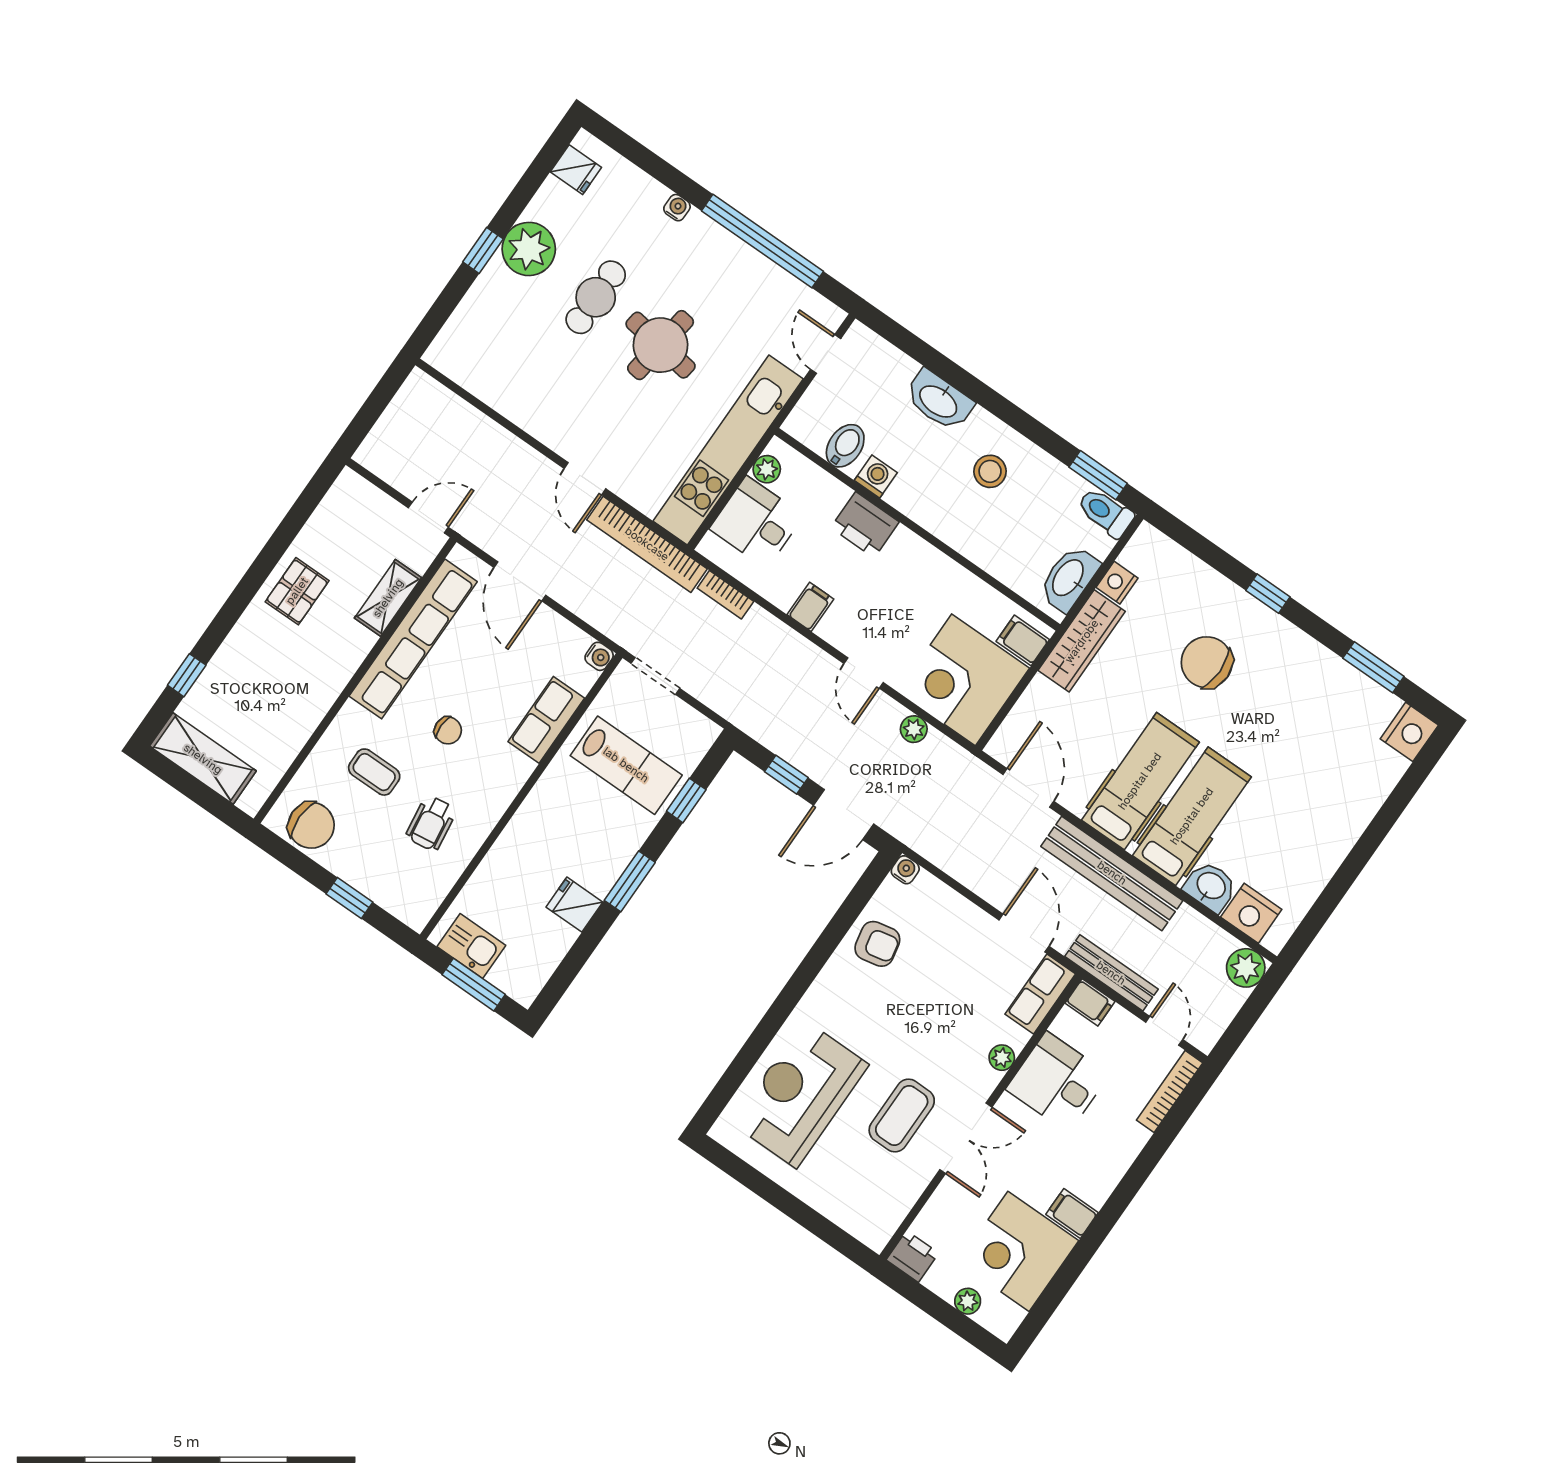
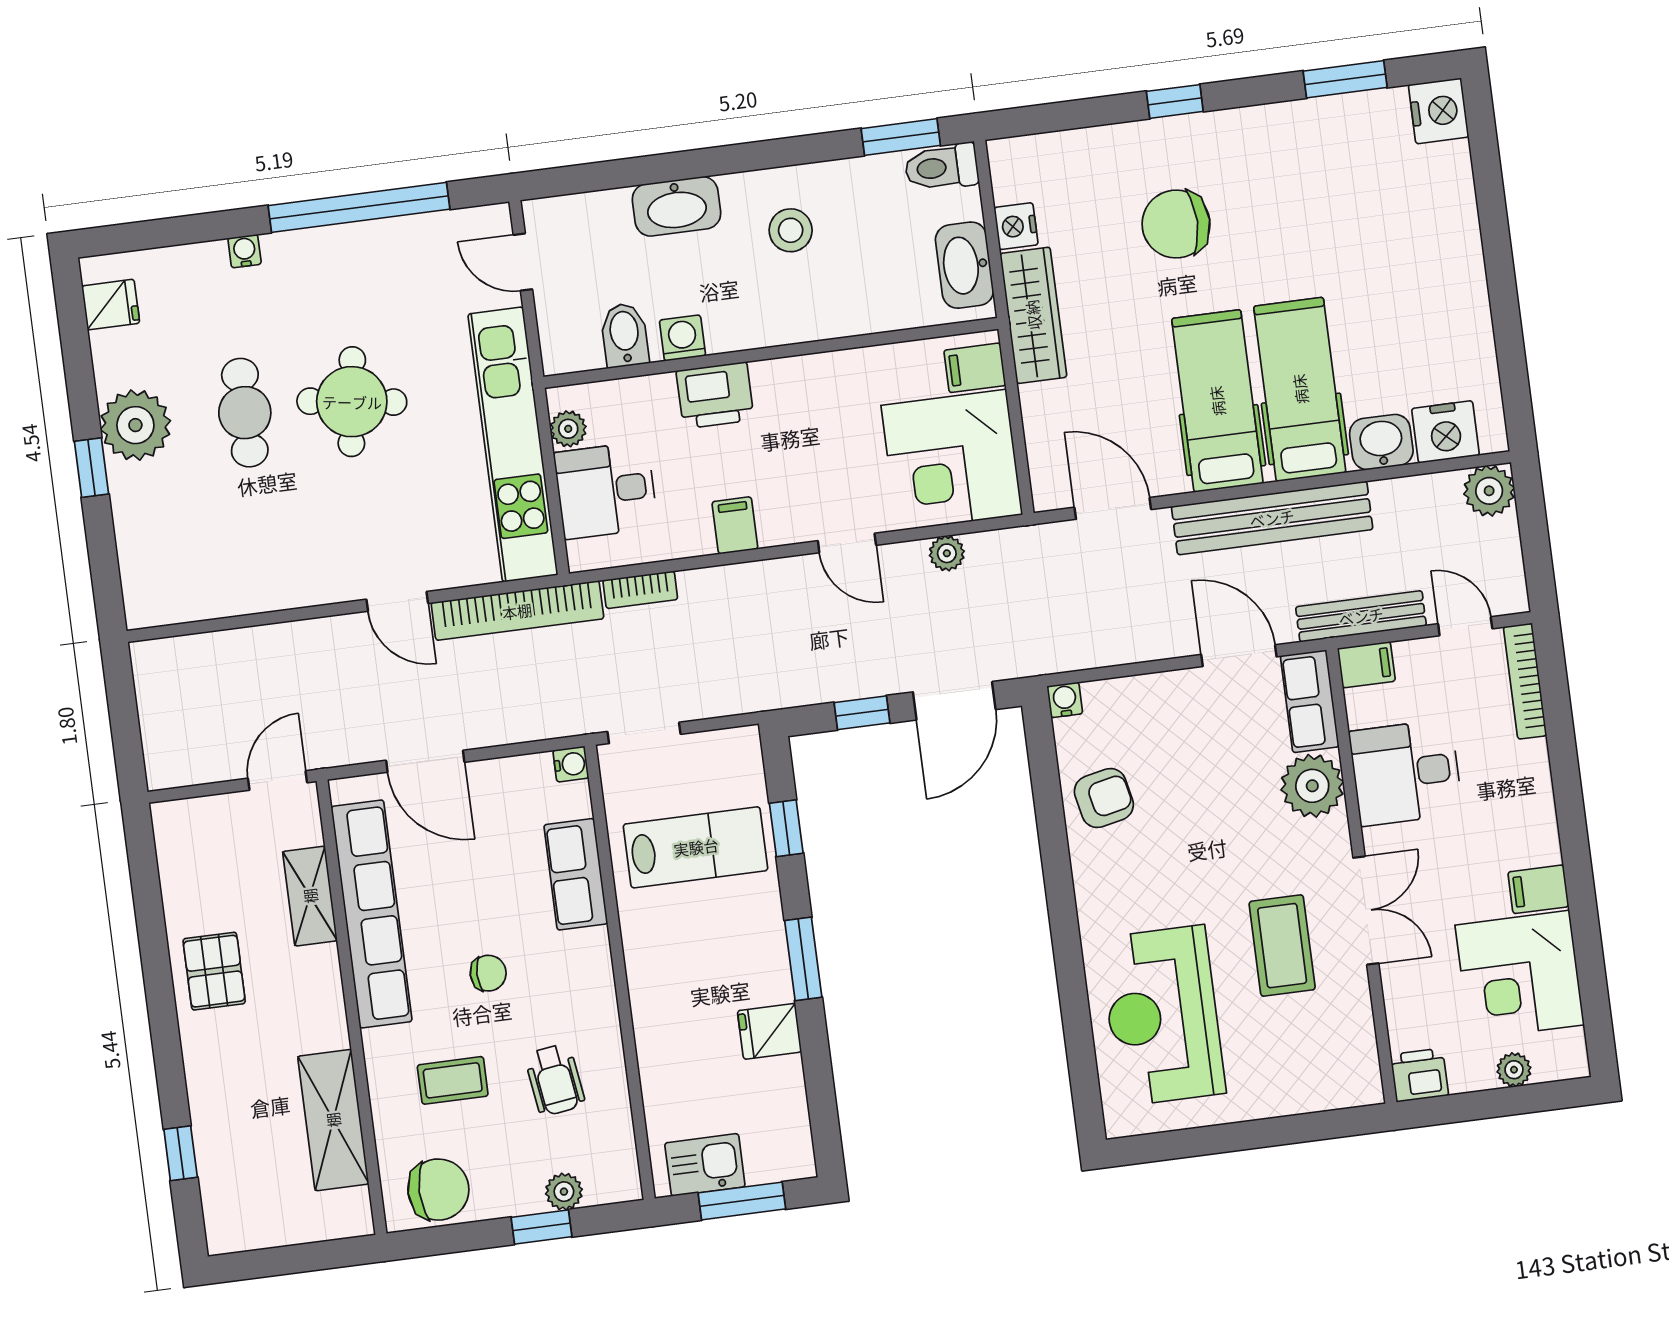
shelving: (203, 759) -> (333, 1120), moved, turned 90
plant: (380, 890) -> (564, 1192), added
plant: (1002, 1058) -> (1312, 786), width x1.87, depth x1.87

